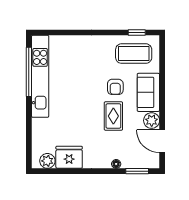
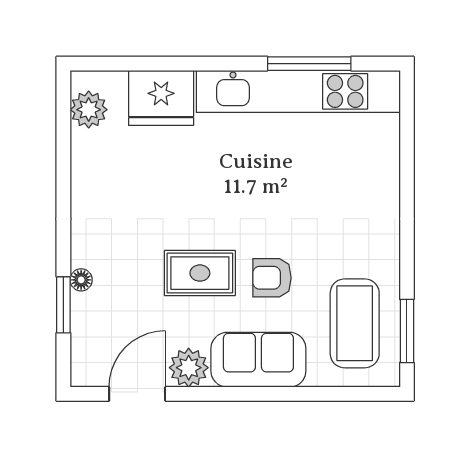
window: (137, 32) -> (407, 331), width x1.50
window: (29, 72) -> (309, 64), width x0.68
fridge: (69, 157) -> (161, 98), moved, turned 90
window: (137, 171) -> (63, 305), moved

